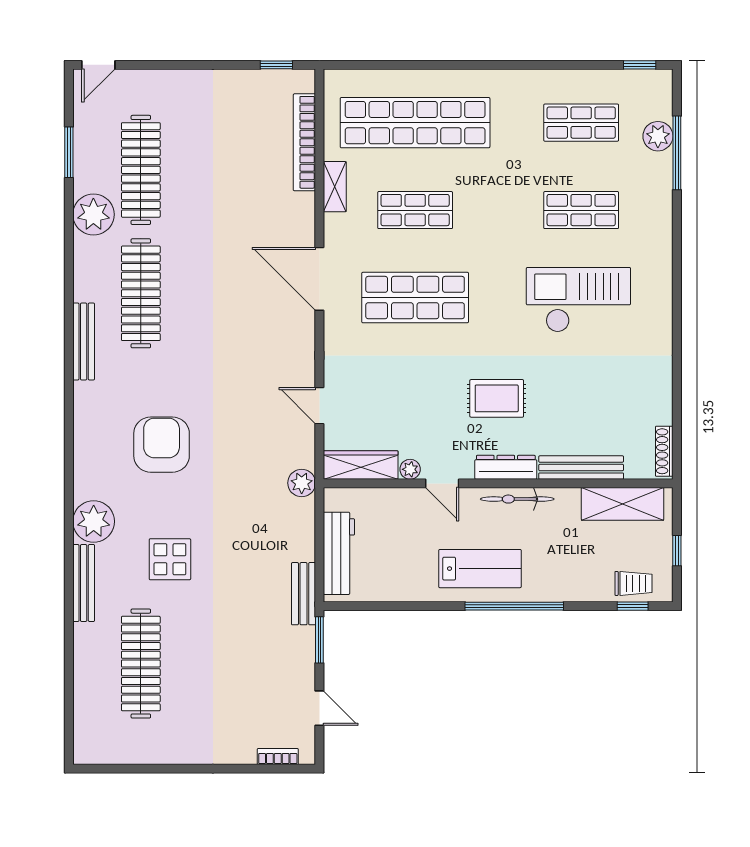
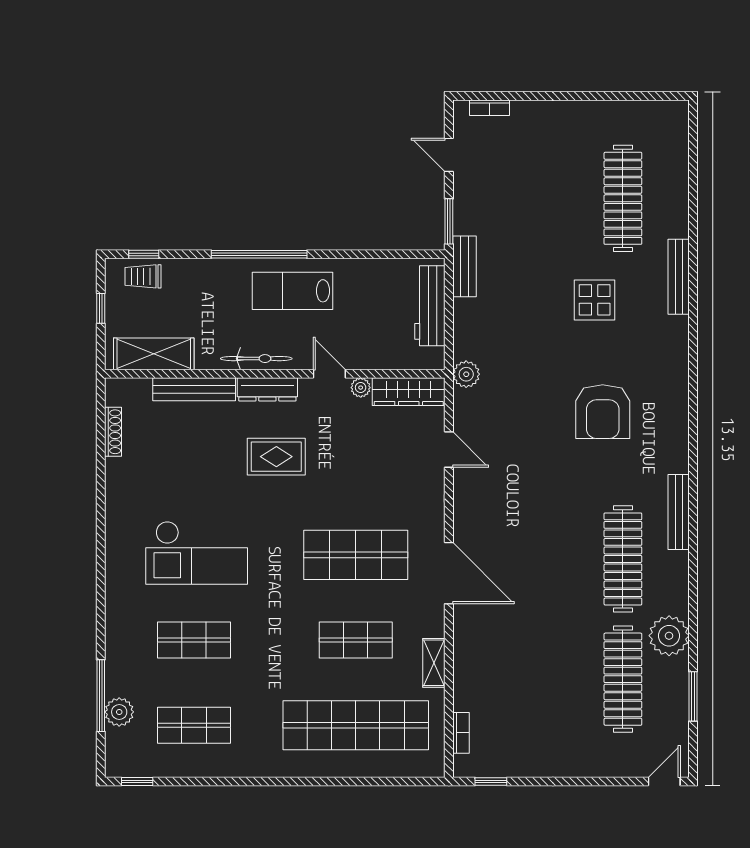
bookcase: (304, 142) -> (461, 733), width x0.43, depth x0.76
shoe rack: (664, 451) -> (113, 432), moved
plant: (94, 521) -> (669, 337), removed

